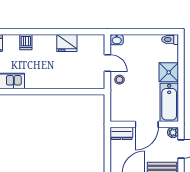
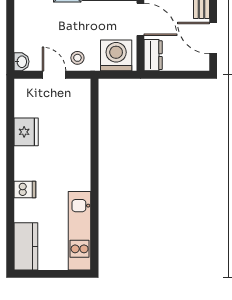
door: (107, 63) -> (54, 75), hinge flipped
washing machine: (121, 107) -> (116, 55), added

